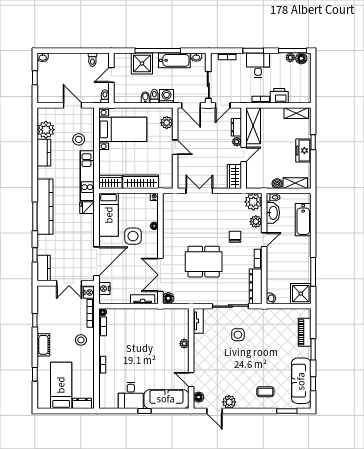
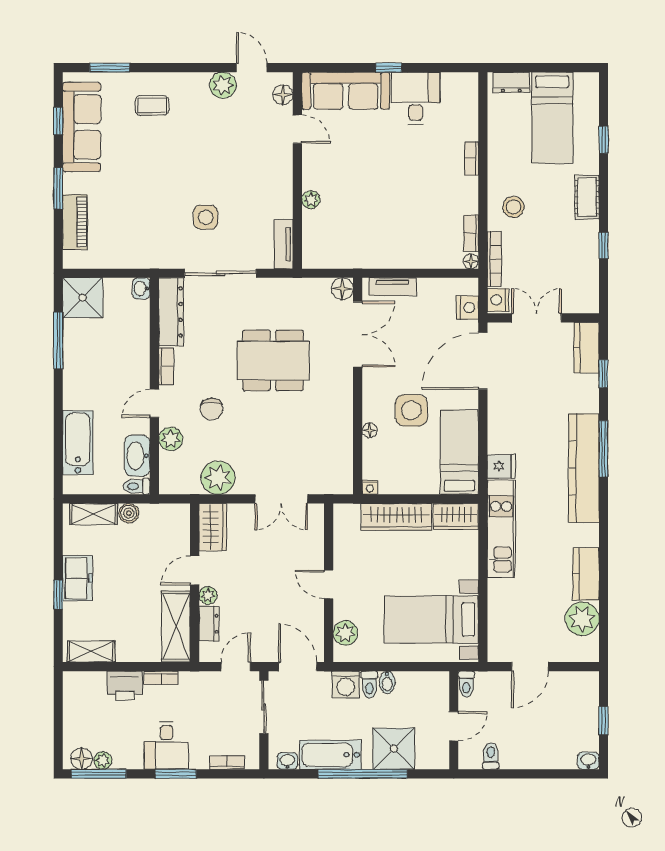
door: (72, 105) -> (530, 667), hinge flipped
stool: (79, 139) -> (518, 600), removed
plant: (253, 202) -> (218, 478), moved

